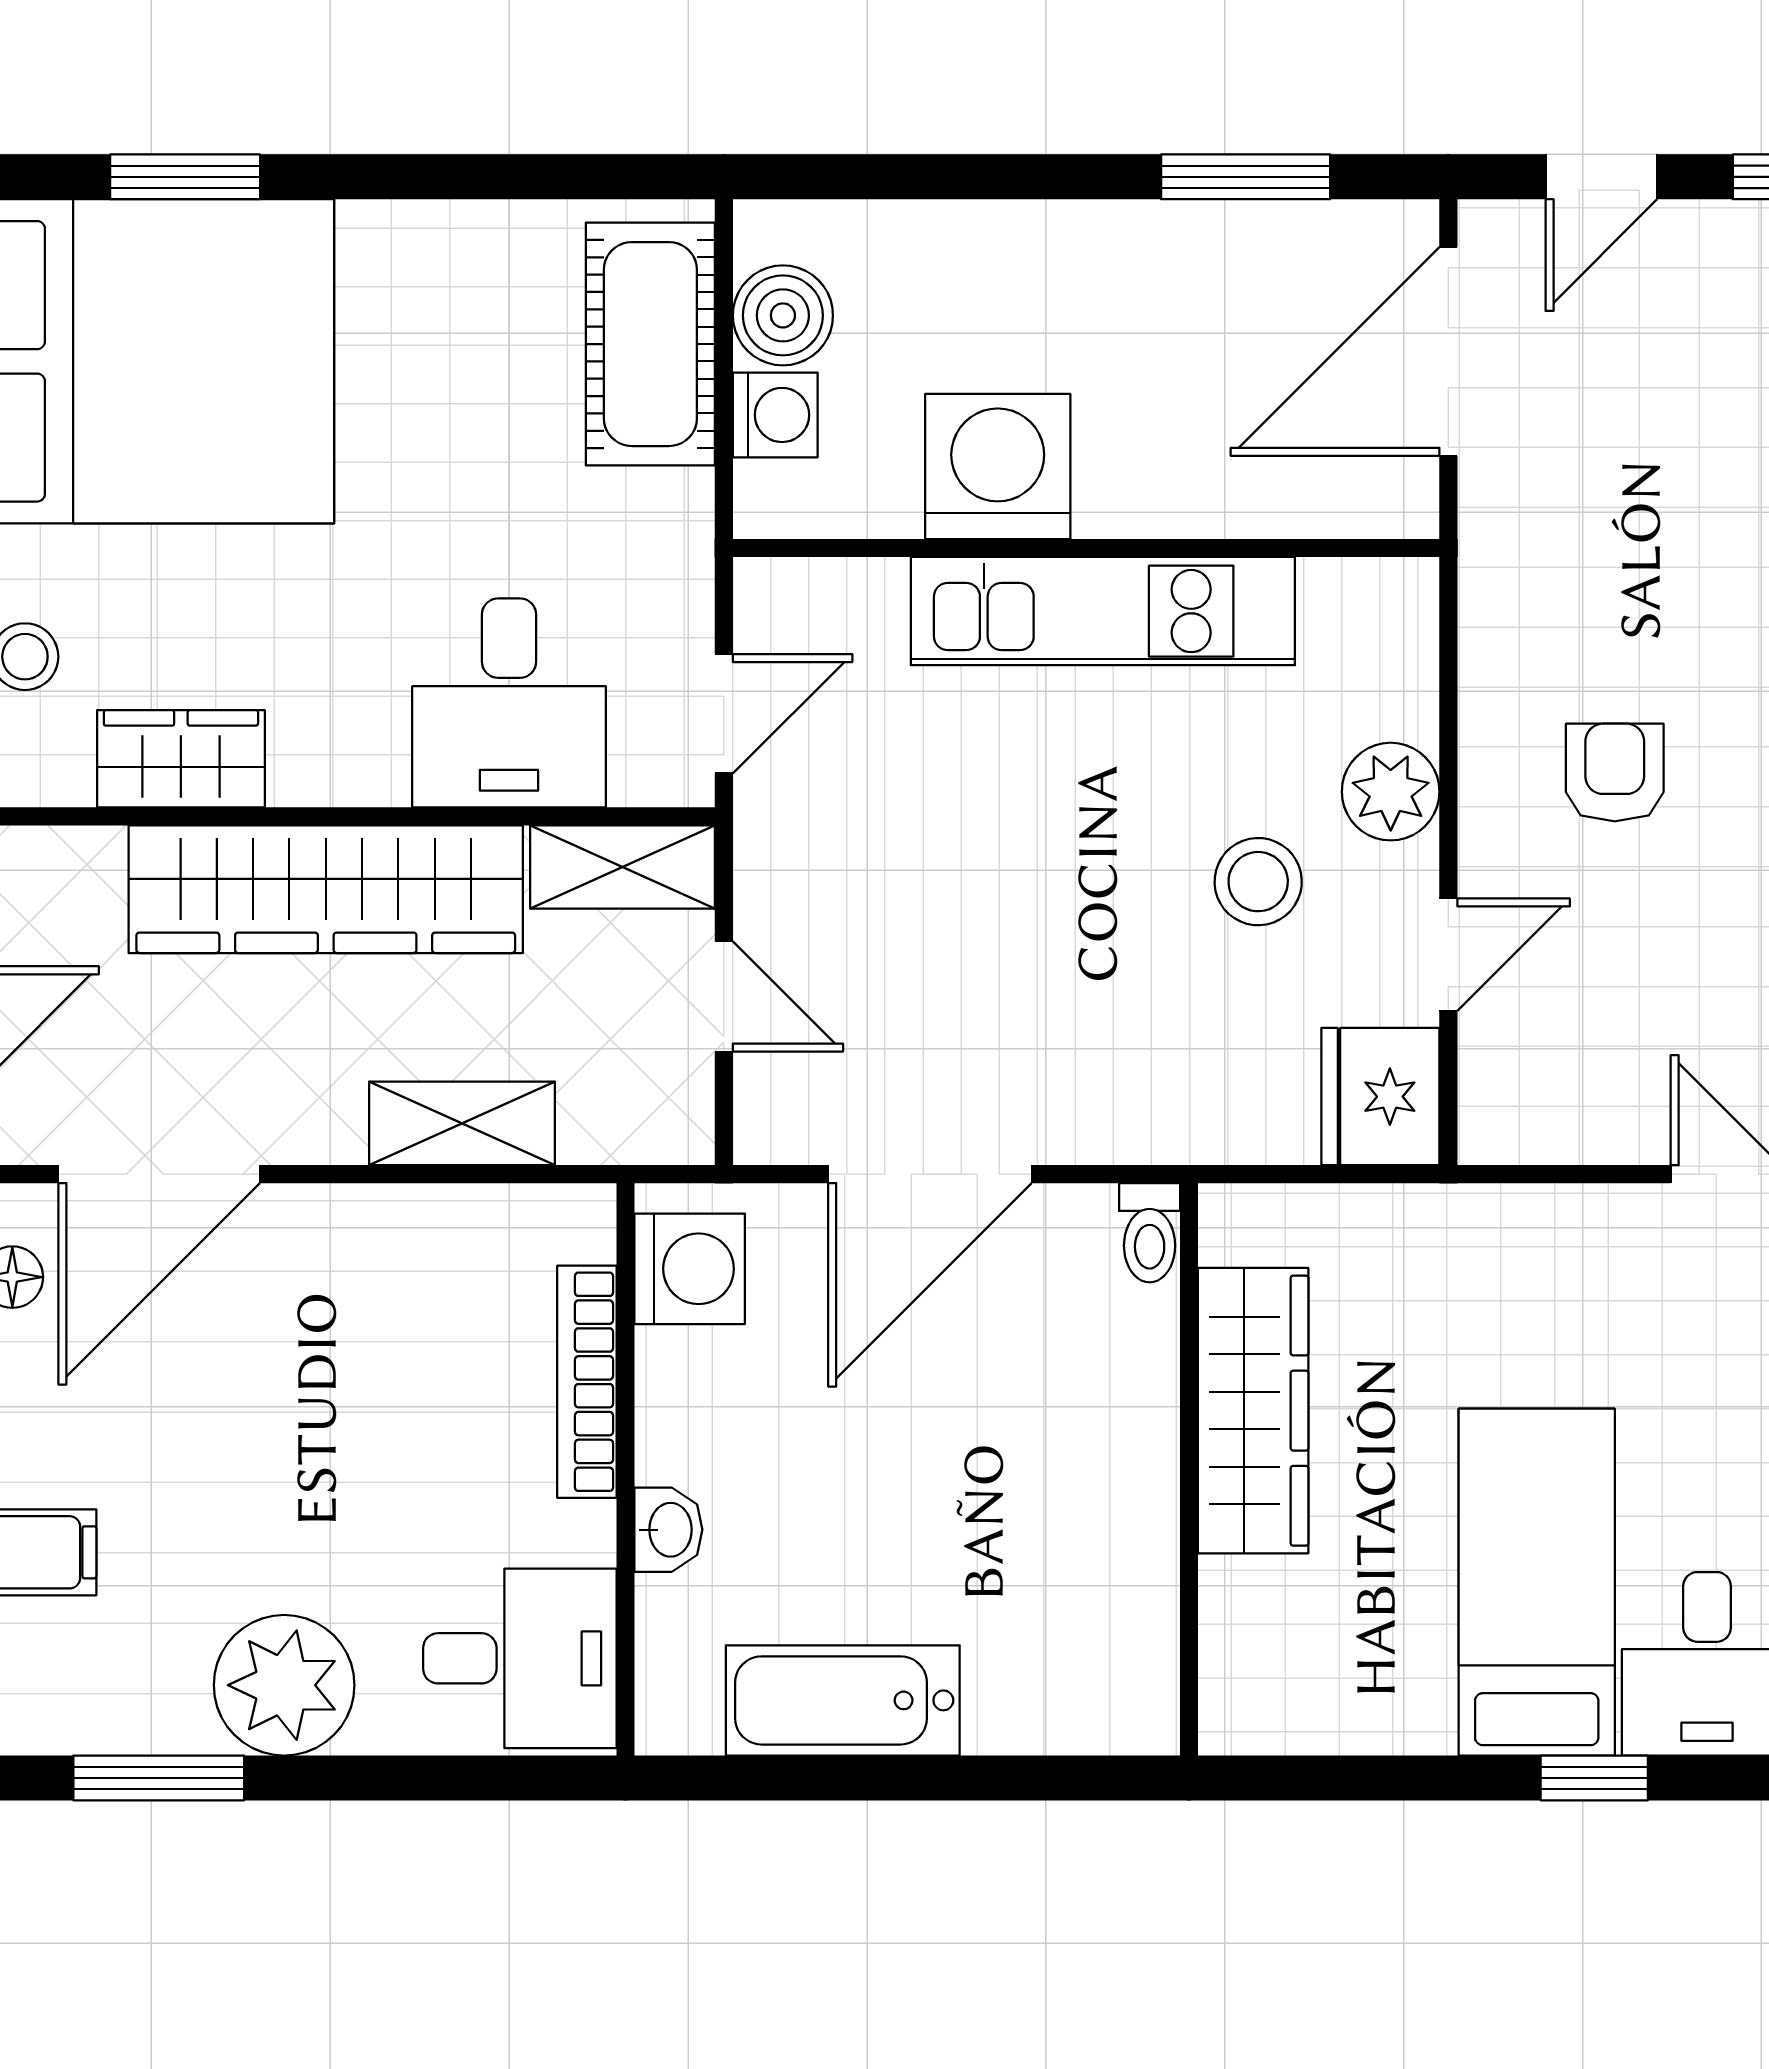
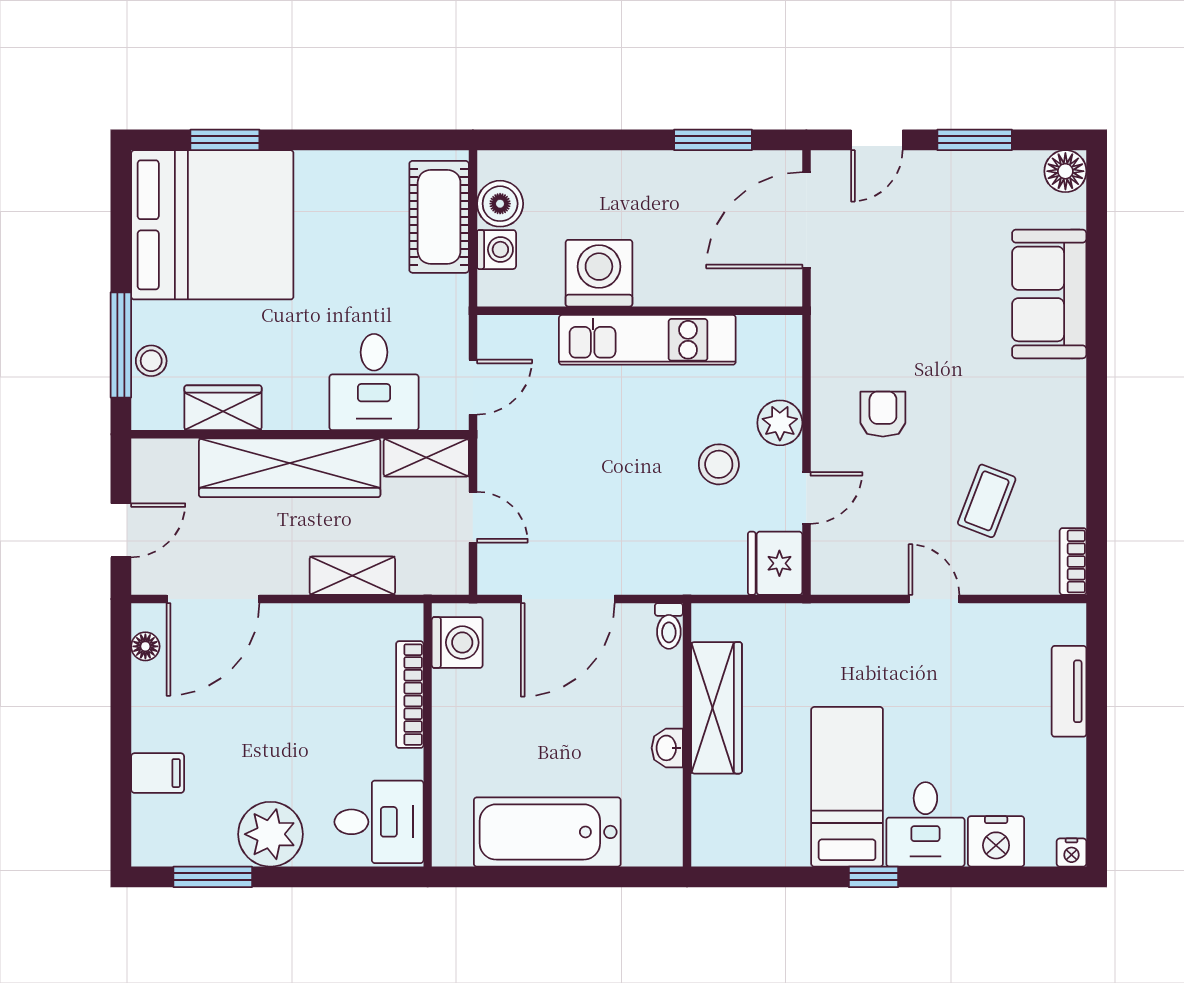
washbasin: (668, 1530) -> (667, 748), moved, turned 180
bathtub: (843, 1700) -> (547, 832), width x1.36, depth x1.36

